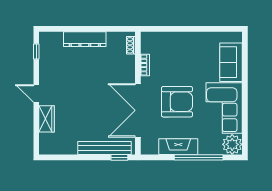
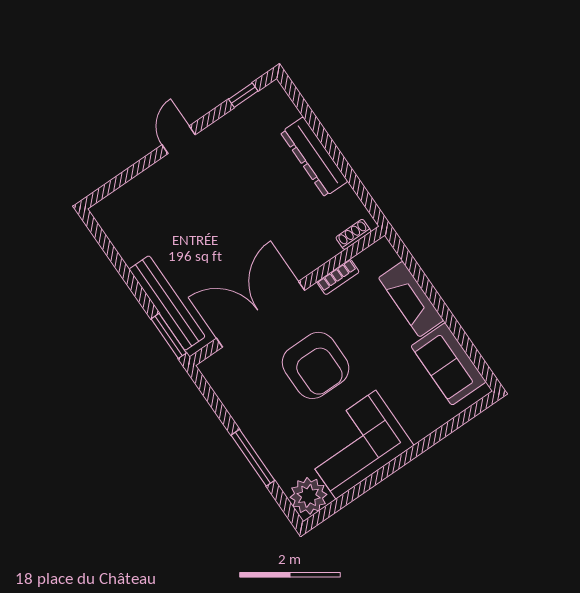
sofa: (231, 62) -> (448, 364), moved, turned -90
wardrobe: (47, 119) -> (150, 183), removed
fireplace: (178, 147) -> (411, 299), moved, turned 180
window: (119, 157) -> (169, 336), width x1.50
window: (199, 157) -> (253, 458), width x0.68

